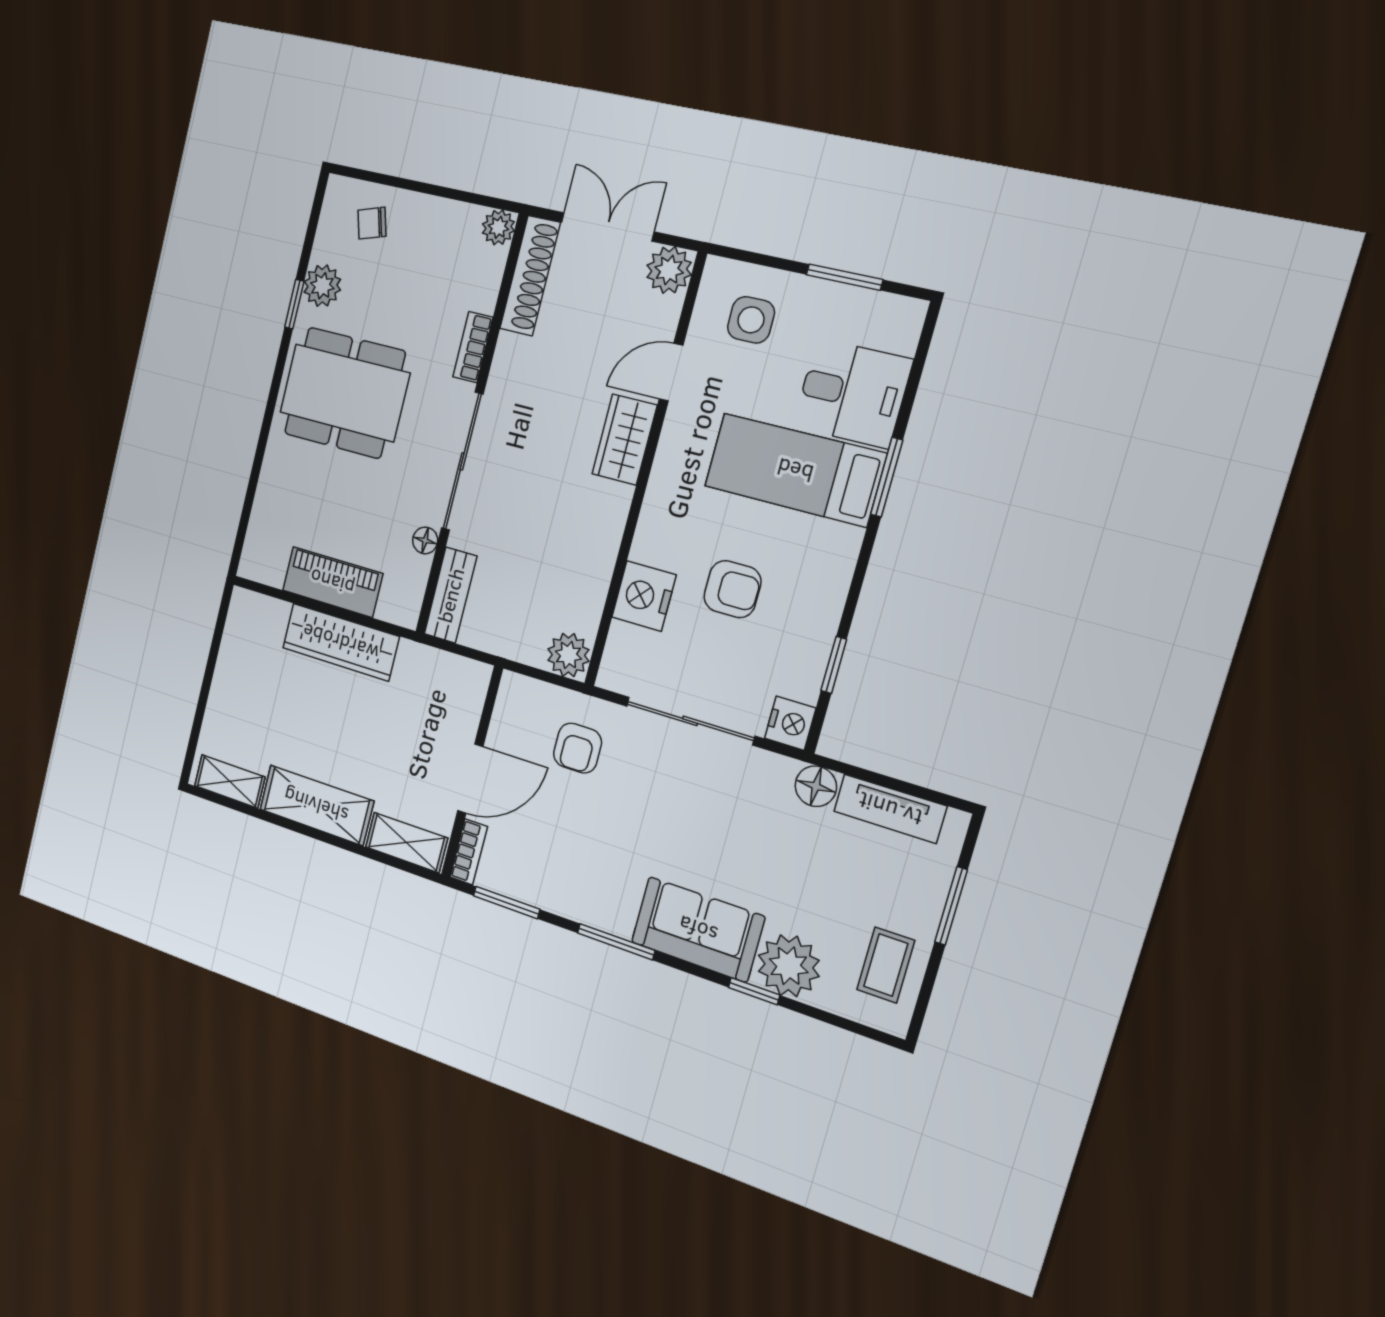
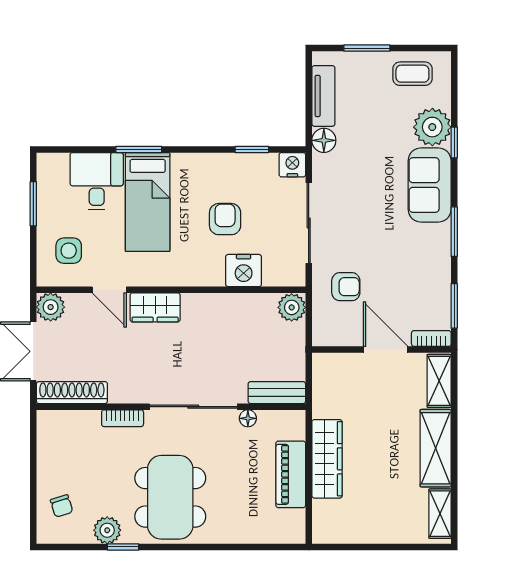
plant: (498, 227) -> (47, 421), removed

